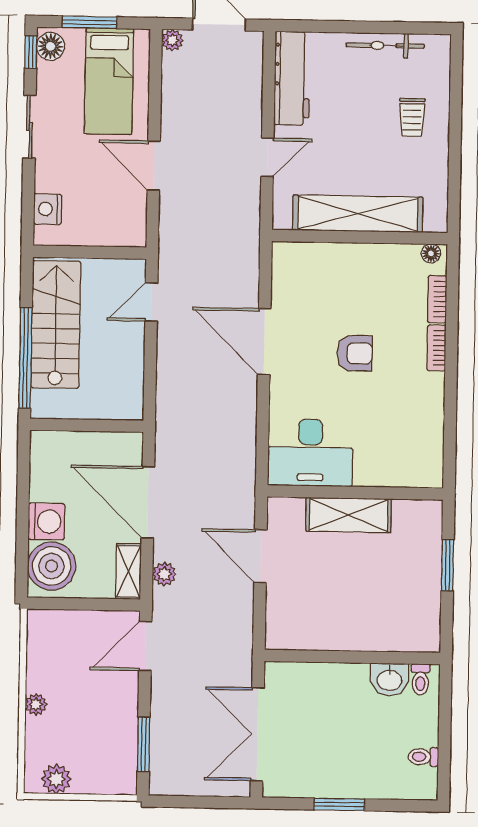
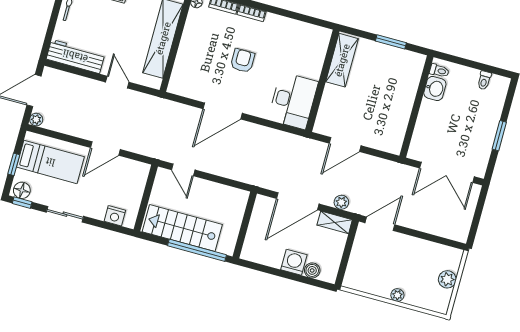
window: (90, 22) -> (14, 164), width x0.67
shelving: (349, 515) -> (342, 60), moved
window: (448, 565) -> (391, 42), moved
boiler: (52, 566) -> (312, 270), width x0.54, depth x0.54
door: (145, 646) -> (380, 224), swing flipped
window: (144, 744) -> (436, 239), removed
plant: (56, 779) -> (447, 279), moved

